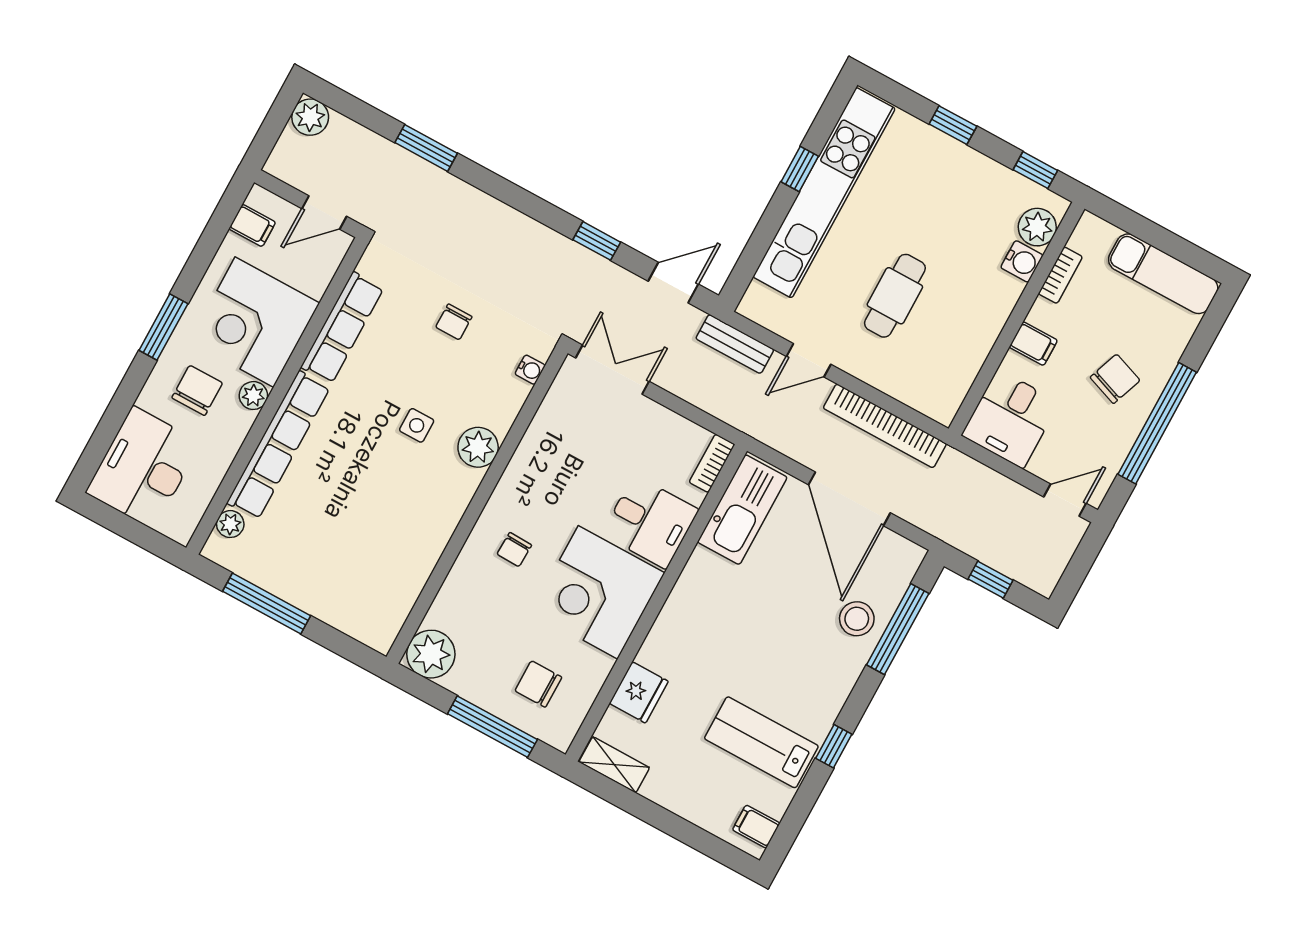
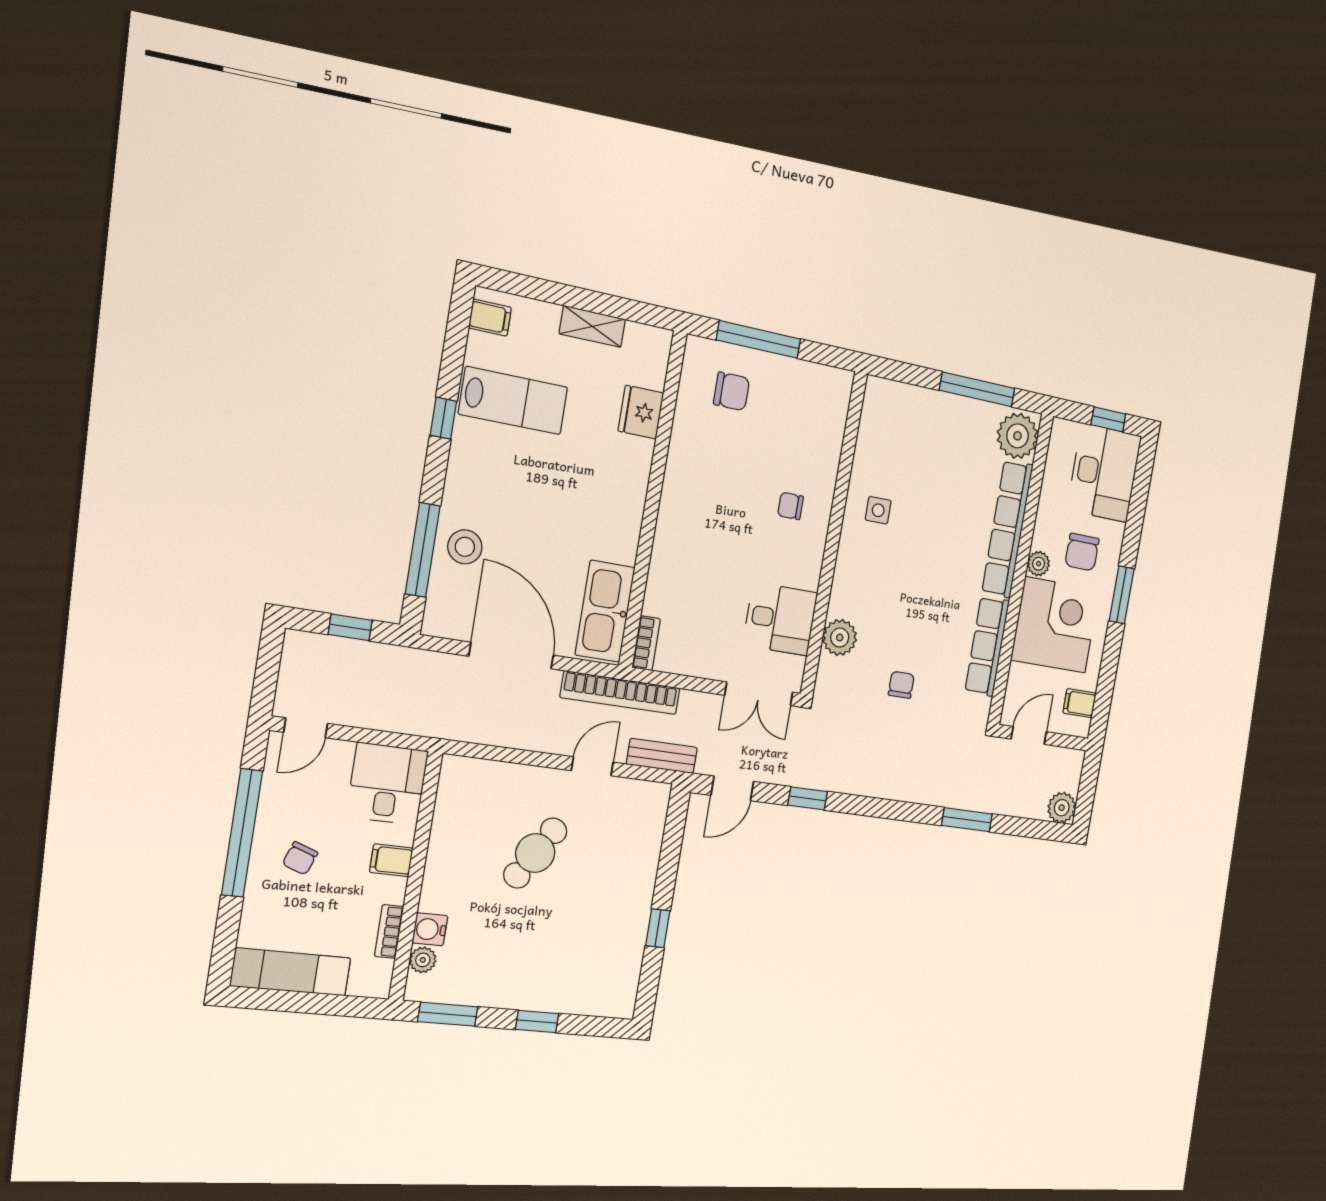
window: (1035, 170) -> (448, 1014), width x1.50
kitchen unit: (824, 193) -> (630, 917), removed
plant: (1037, 227) -> (423, 960), width x0.73, depth x0.73
cafe table: (895, 296) -> (535, 853), turned 31
water cooler: (530, 370) -> (827, 668), removed
chair: (1115, 379) -> (300, 858), width x0.73, depth x0.73
side table: (417, 425) -> (878, 510), moved
bookcase: (885, 426) -> (620, 693), moved, turned 180
plant: (478, 447) -> (840, 637), moved
desk: (650, 522) -> (780, 619), moved, turned 180
window: (120, 524) -> (1108, 419), added
plant: (230, 524) -> (1018, 436), width x1.88, depth x1.88
chair: (514, 550) -> (790, 506), turned -92
corner desk: (598, 592) -> (707, 492), removed
plant: (431, 654) -> (831, 389), removed
shelving: (614, 765) -> (592, 326), moved

